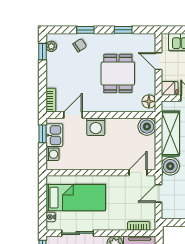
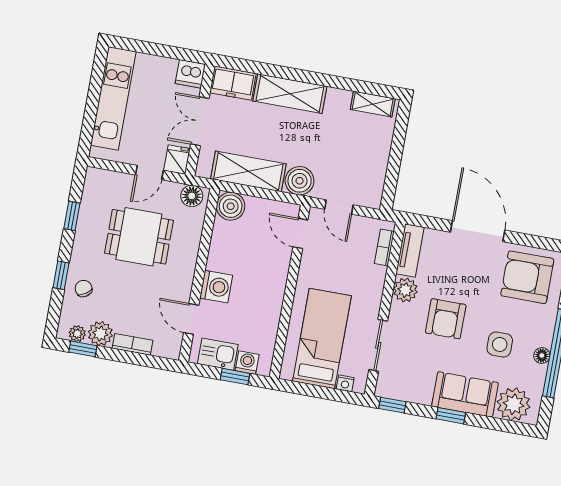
plant: (54, 61) -> (100, 334), added
door: (159, 61) -> (149, 173), moved
bookcase: (51, 100) -> (132, 344), moved
window: (42, 134) -> (235, 377), moved

